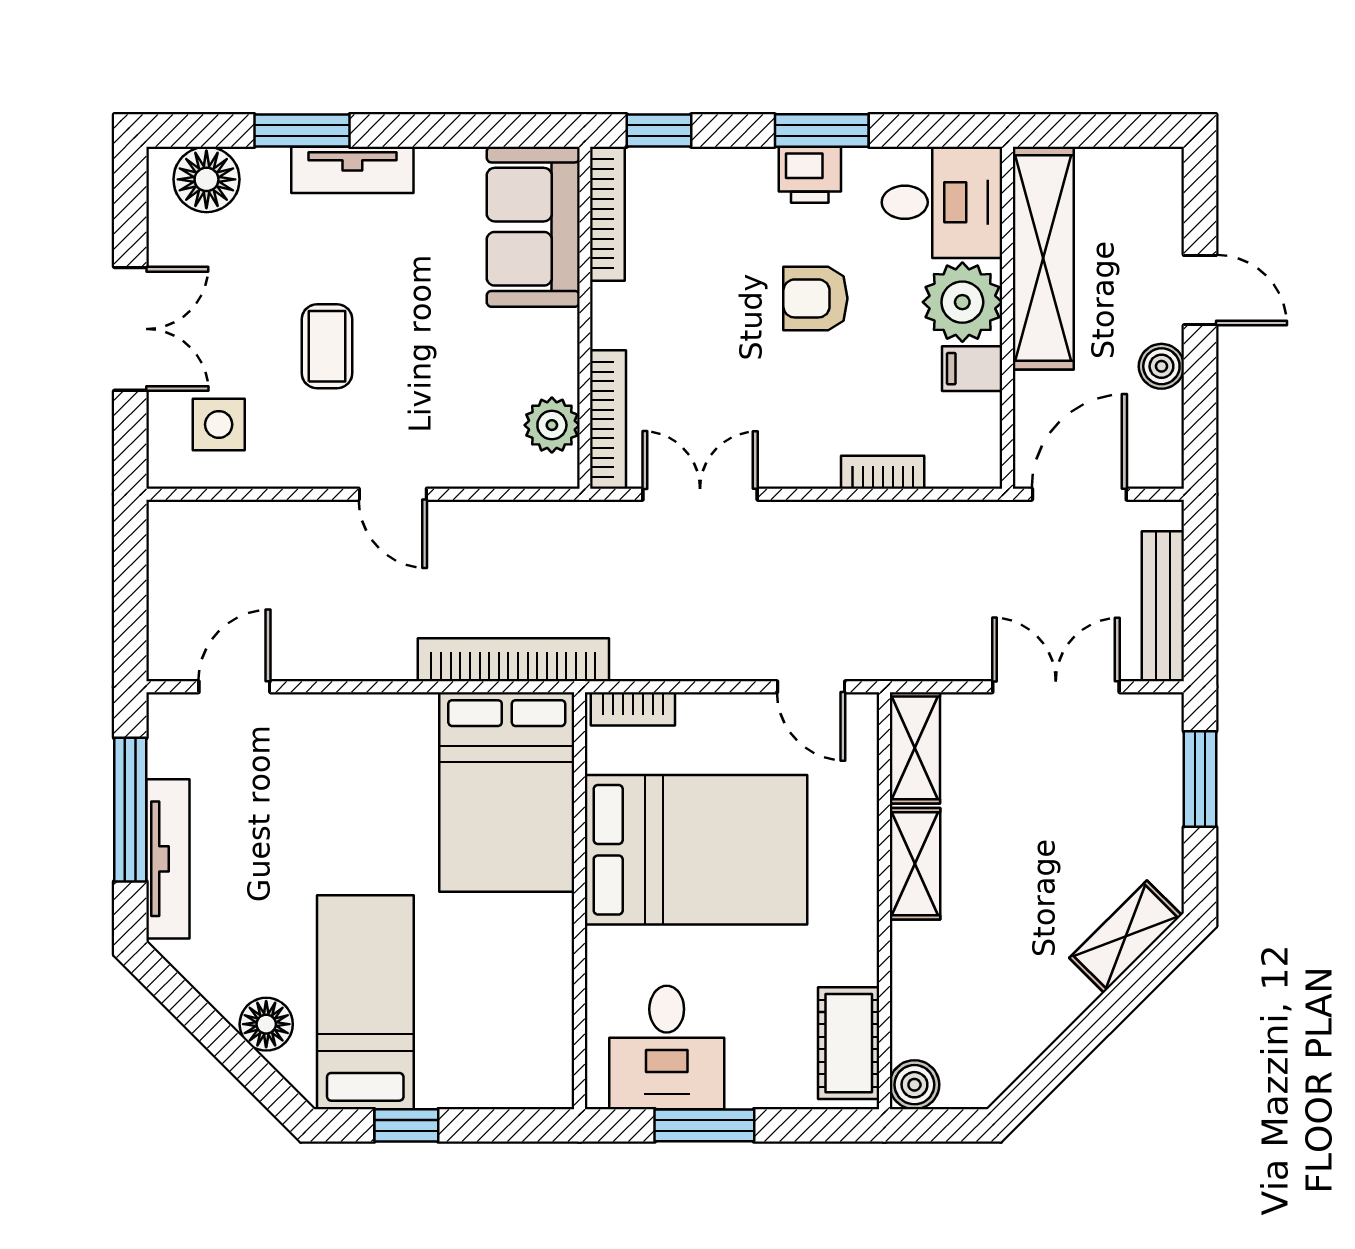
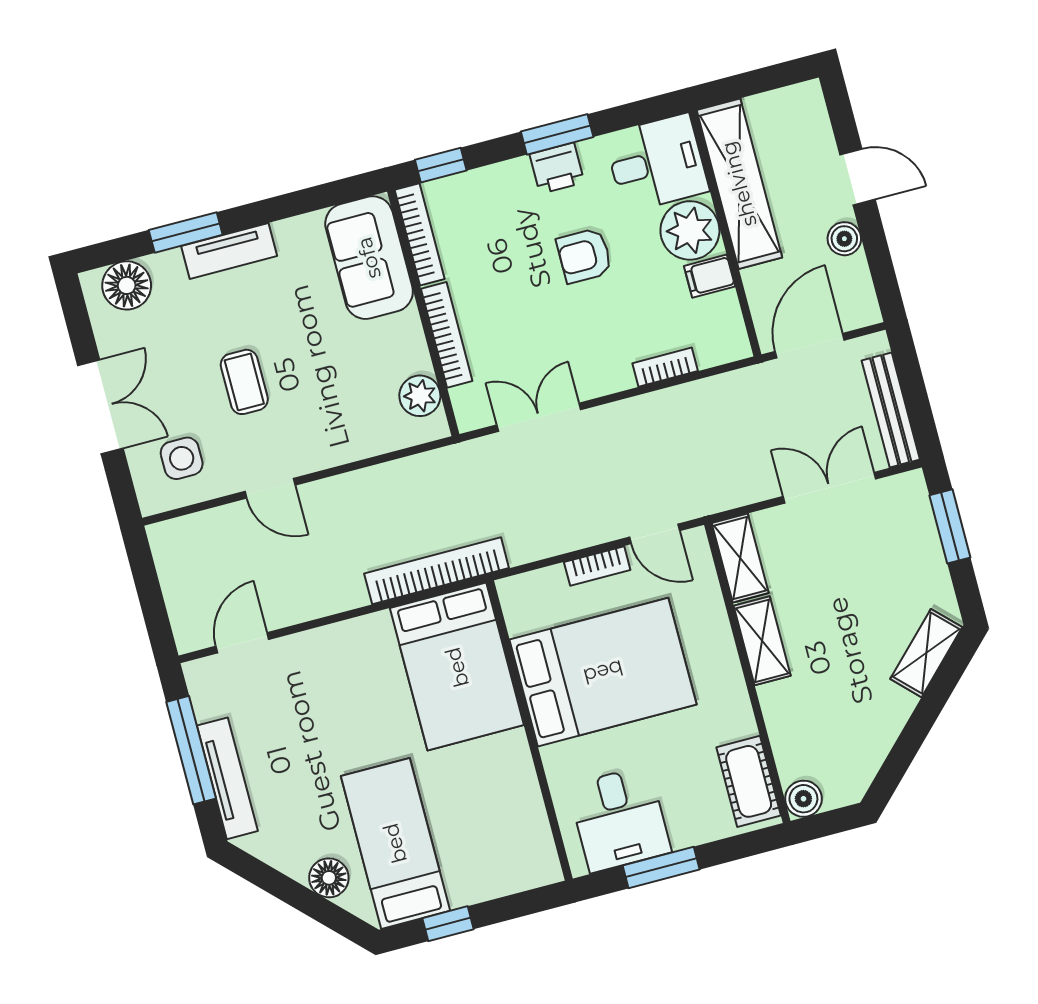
bookcase: (608, 419) -> (447, 335), moved
door: (393, 494) -> (270, 488), moved
bookcase: (633, 709) -> (597, 566), moved

